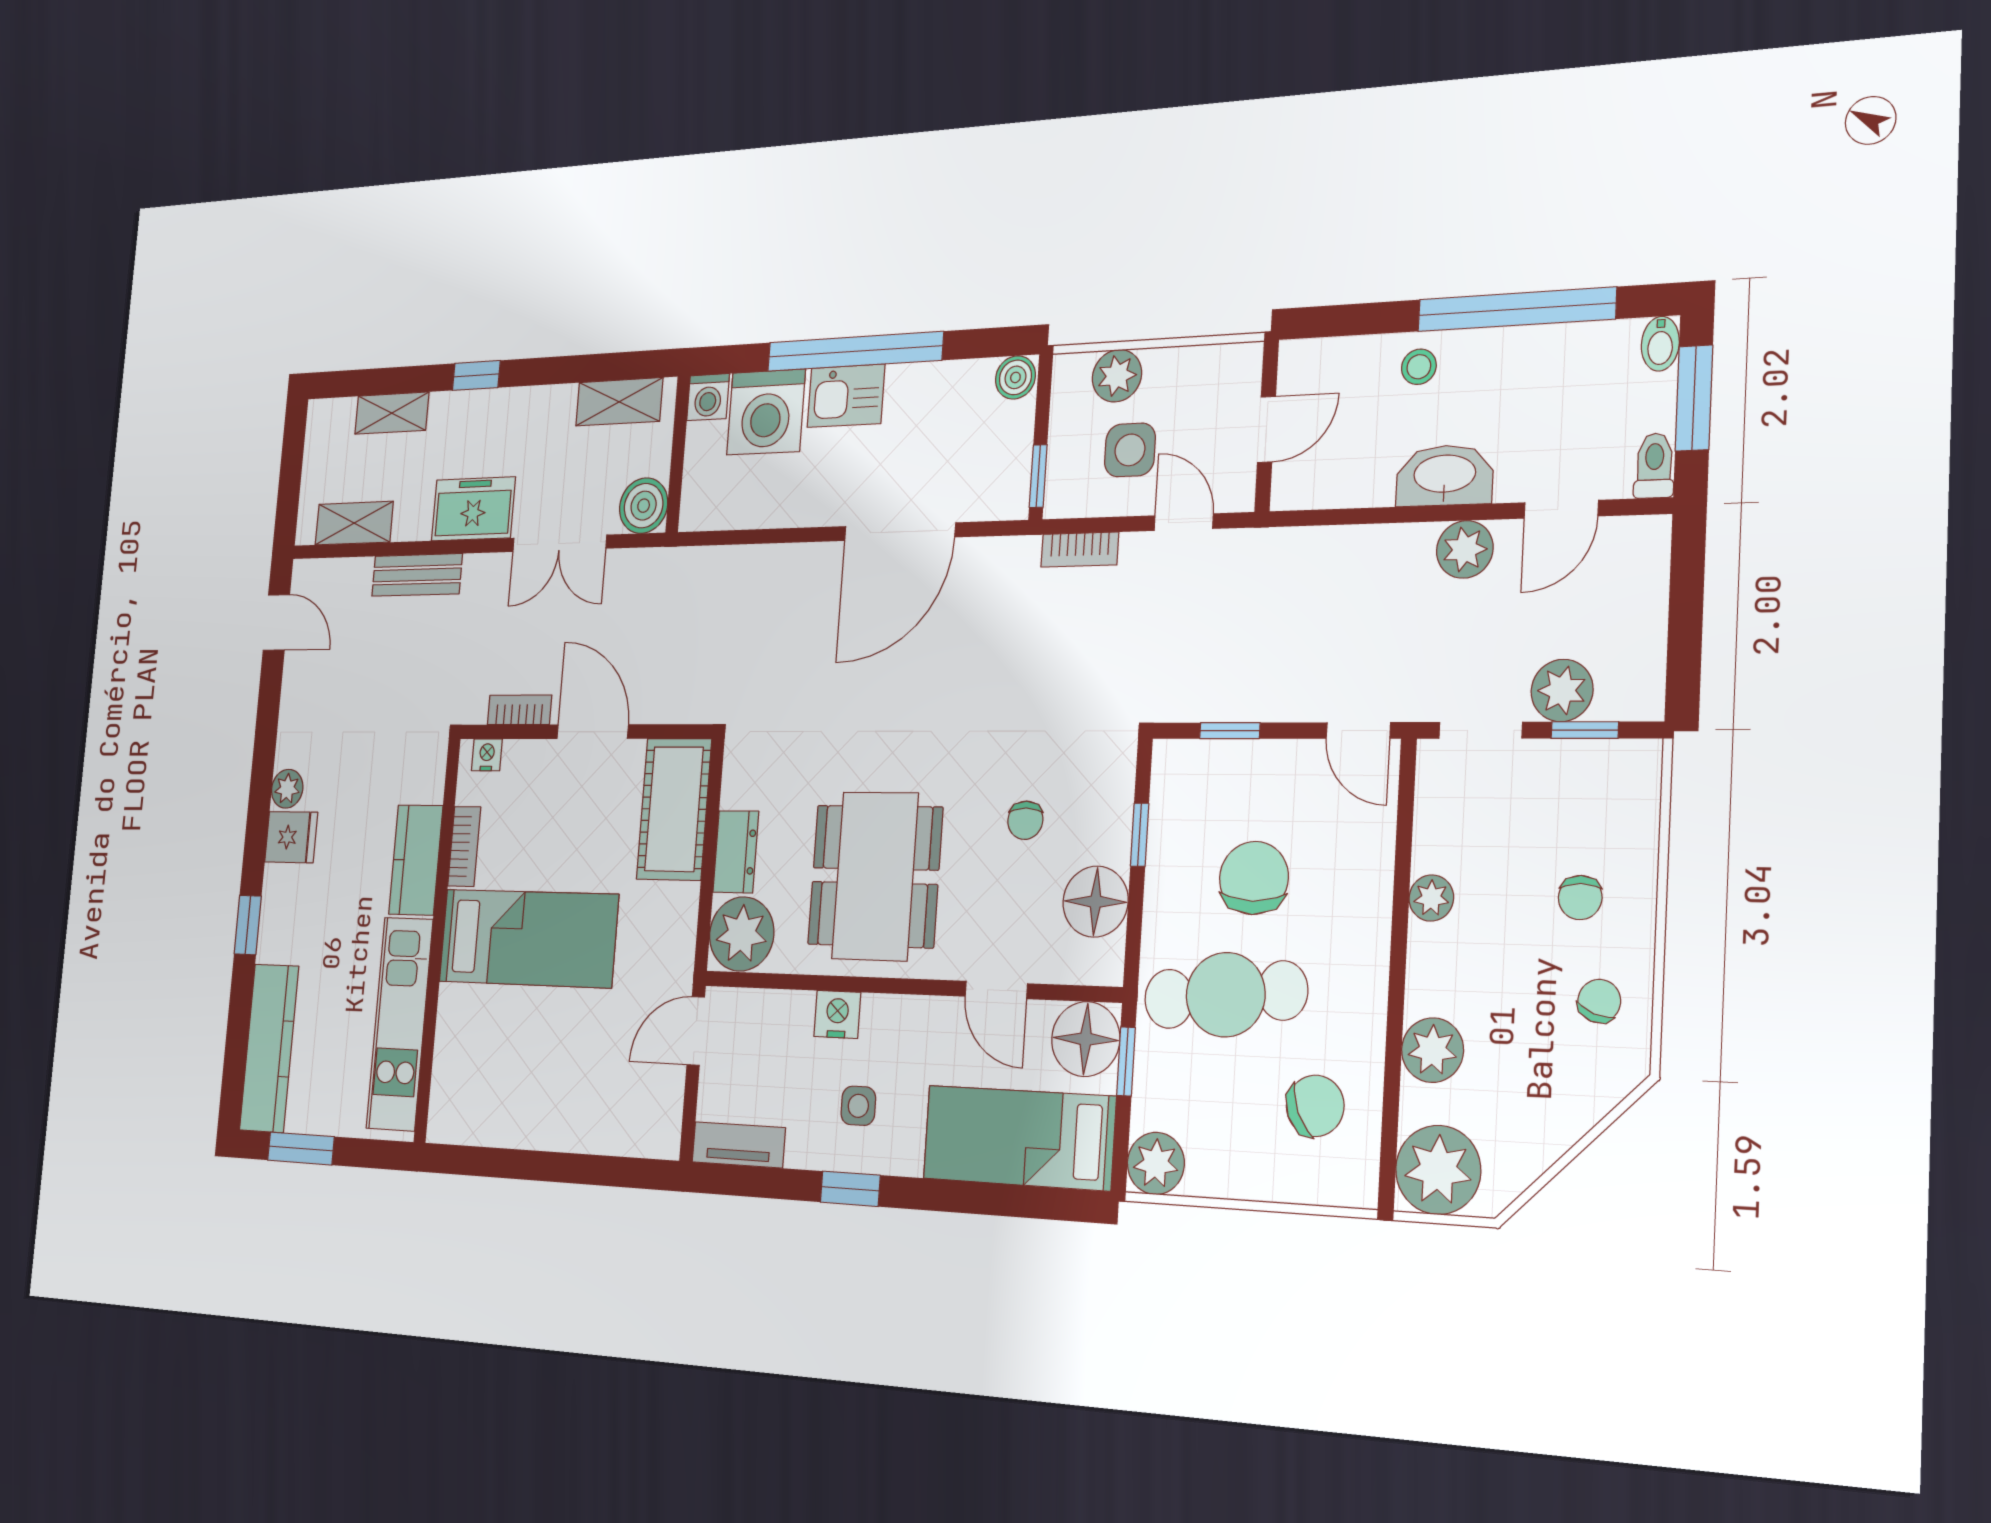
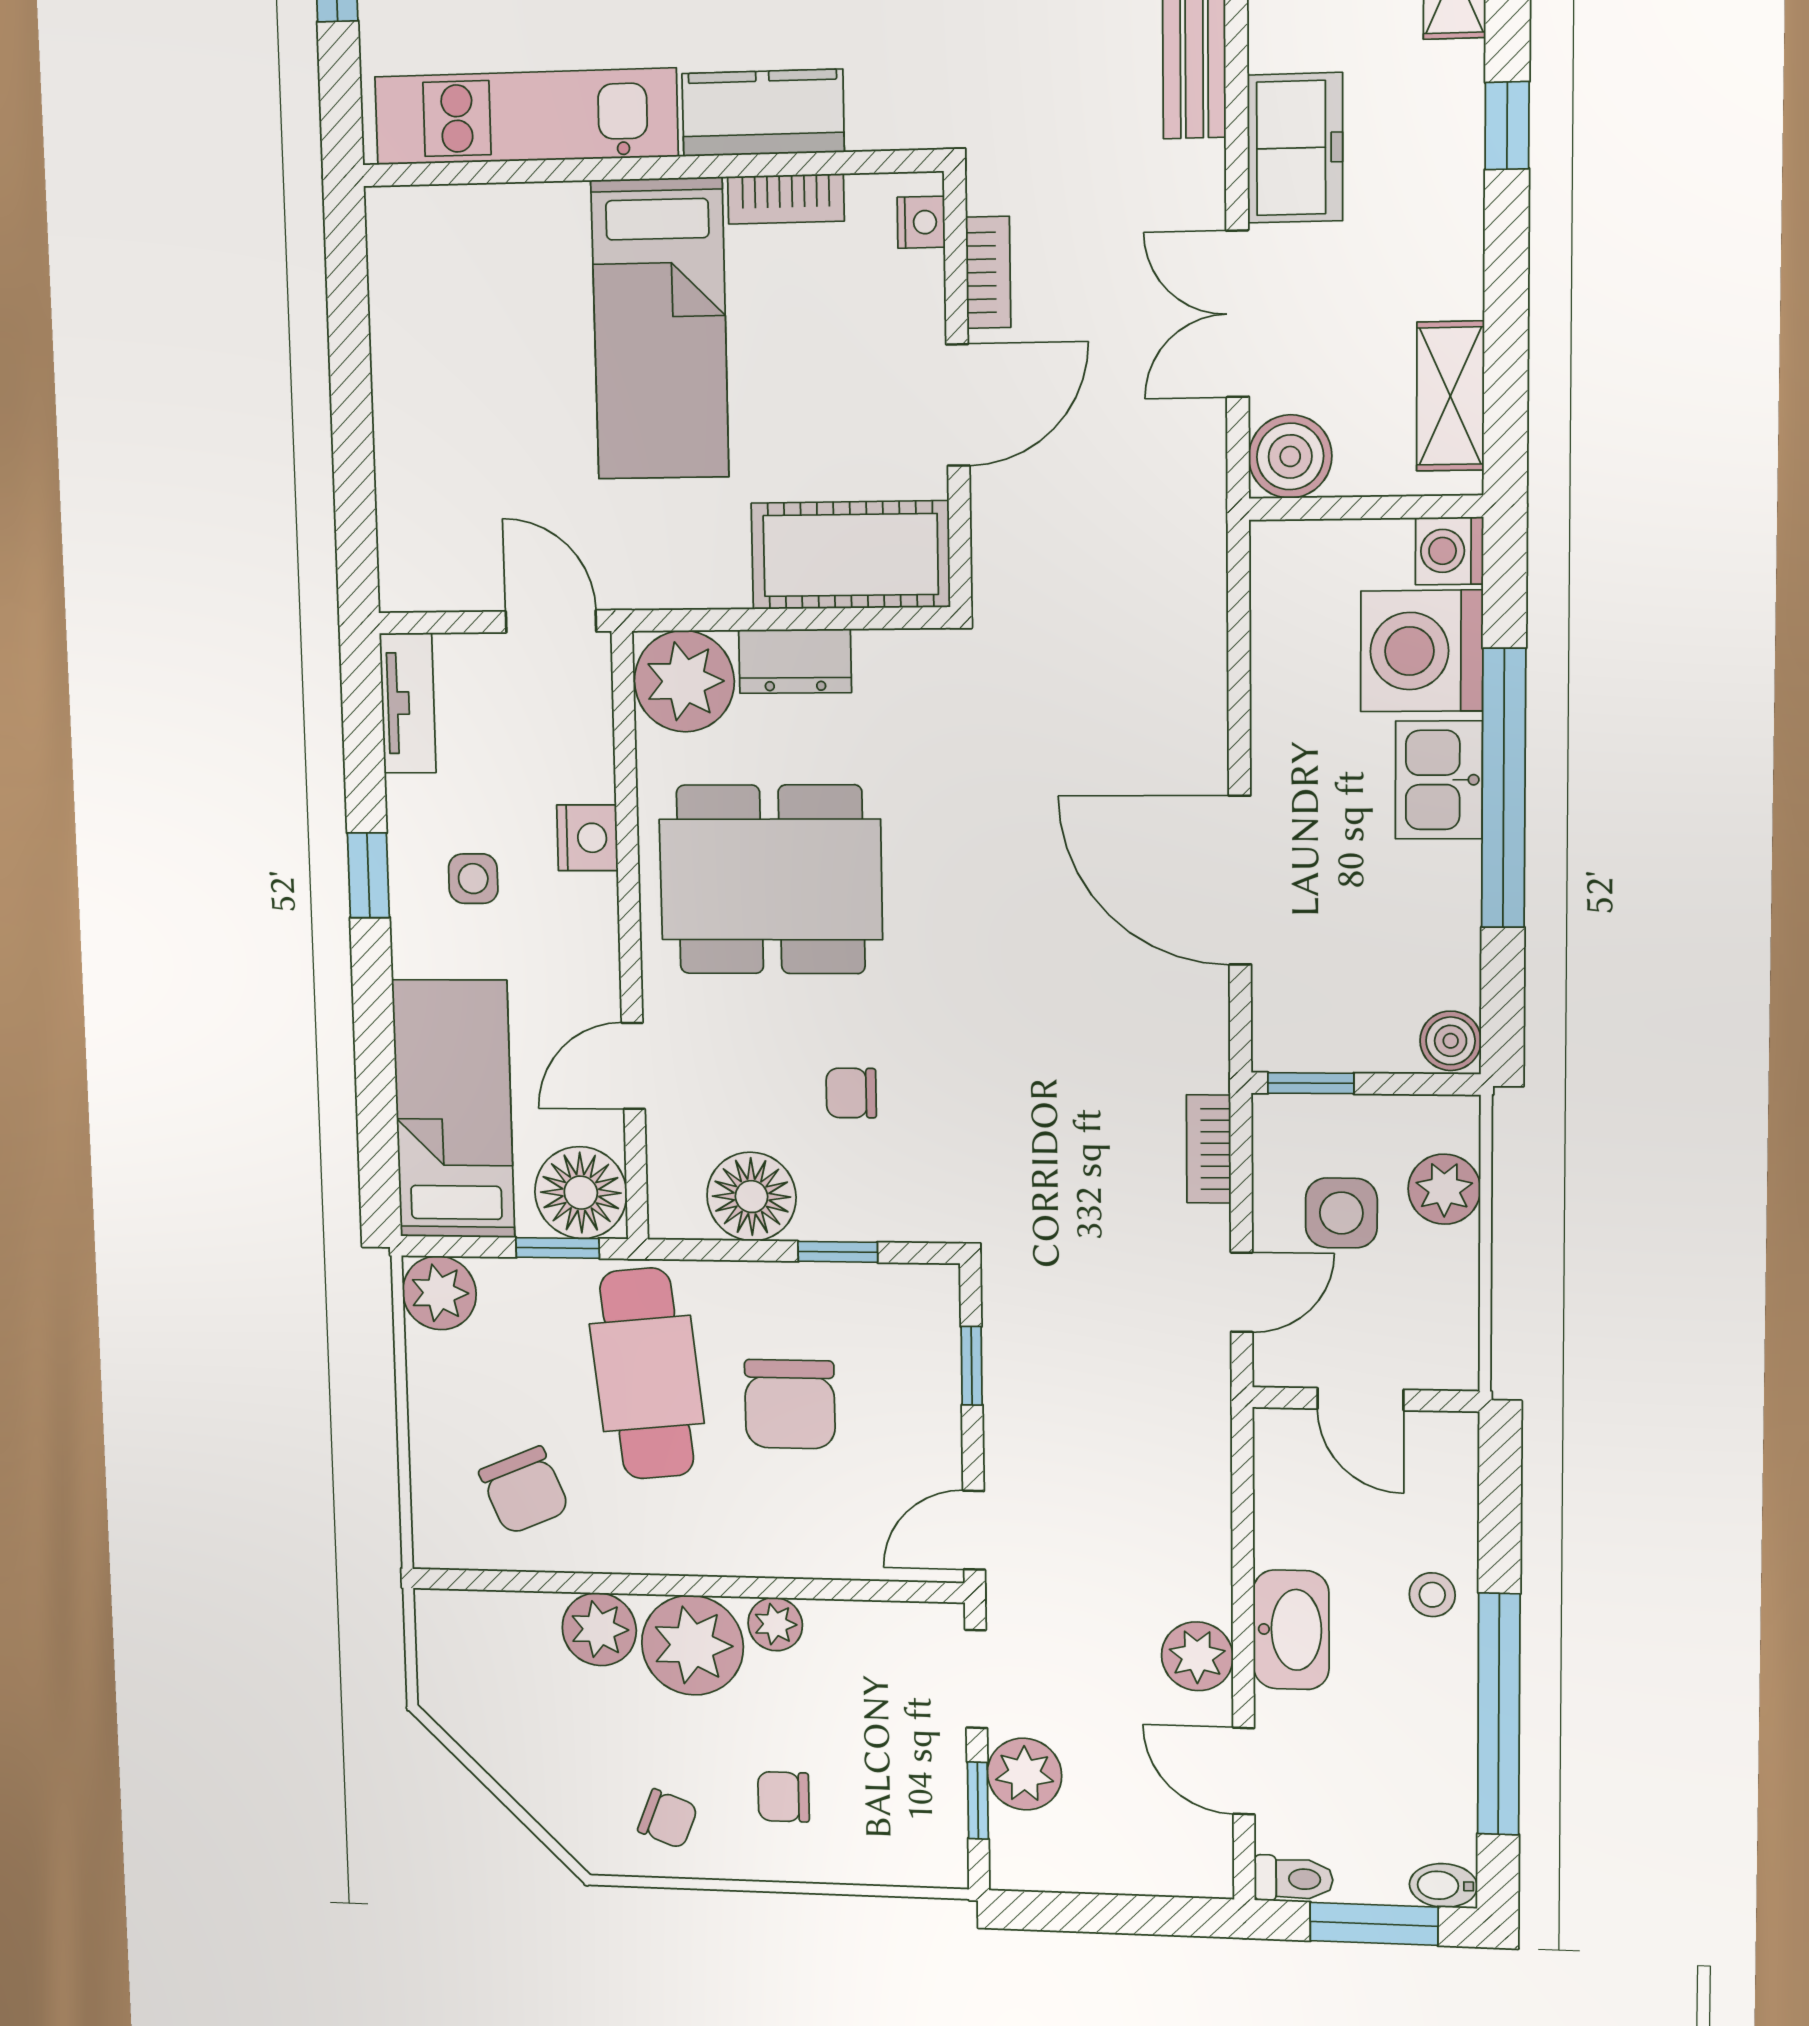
chair: (1254, 878) -> (790, 1404), turned 90
plant: (1438, 1170) -> (692, 1645), moved

